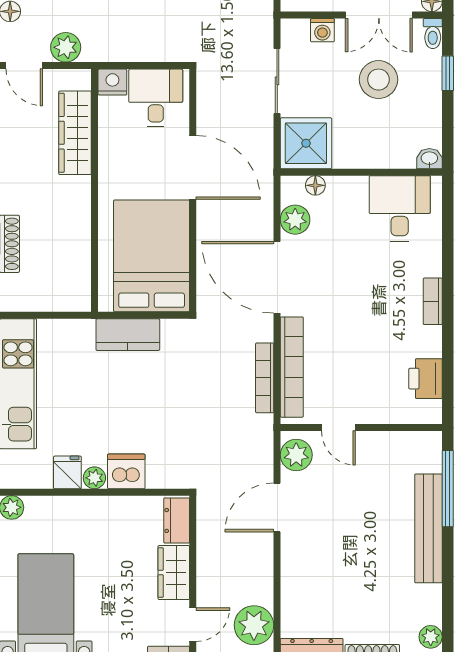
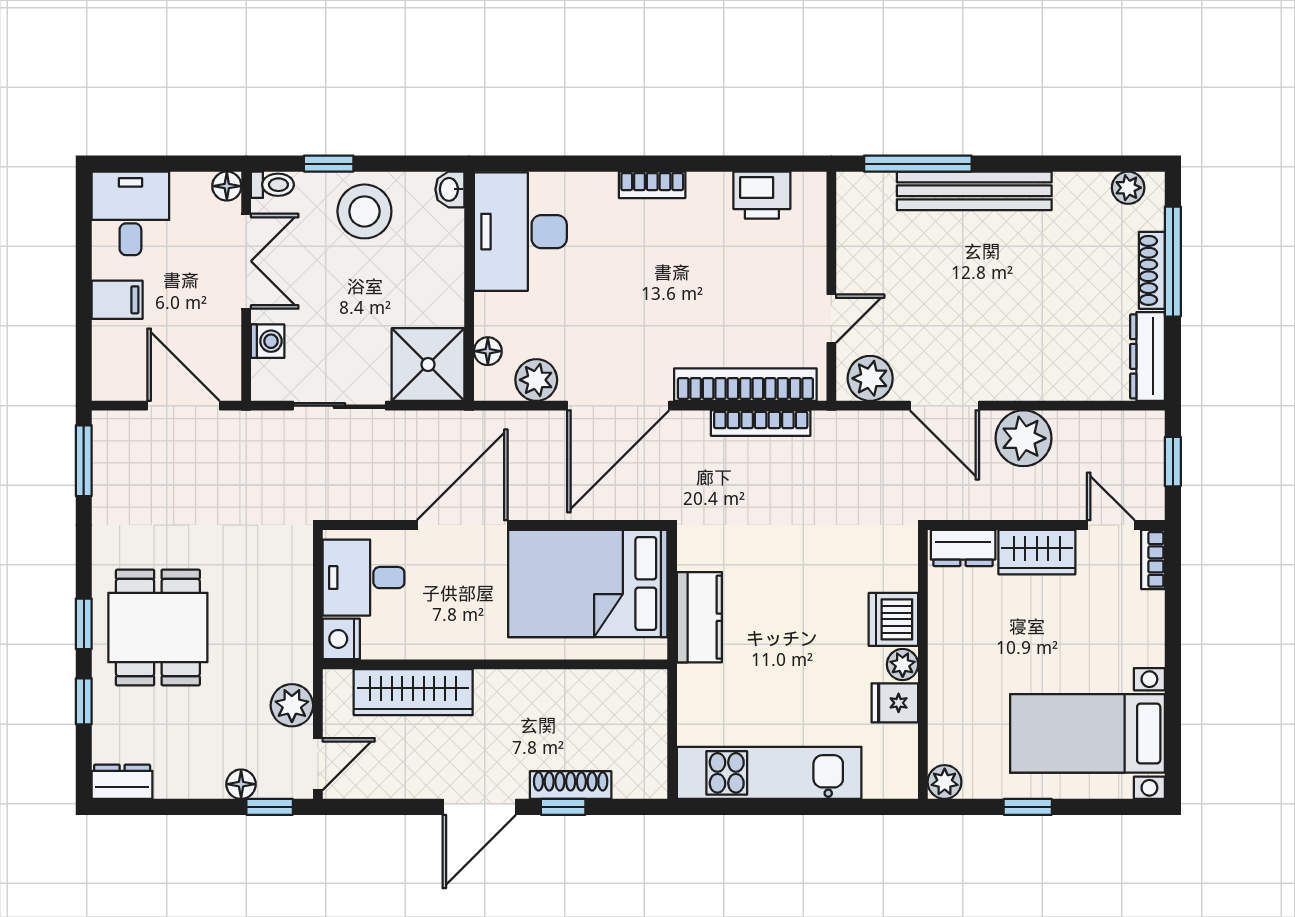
stool: (378, 80) -> (364, 211), moved
desk: (400, 208) -> (520, 232), width x1.37
plant: (254, 625) -> (1023, 438), moved

